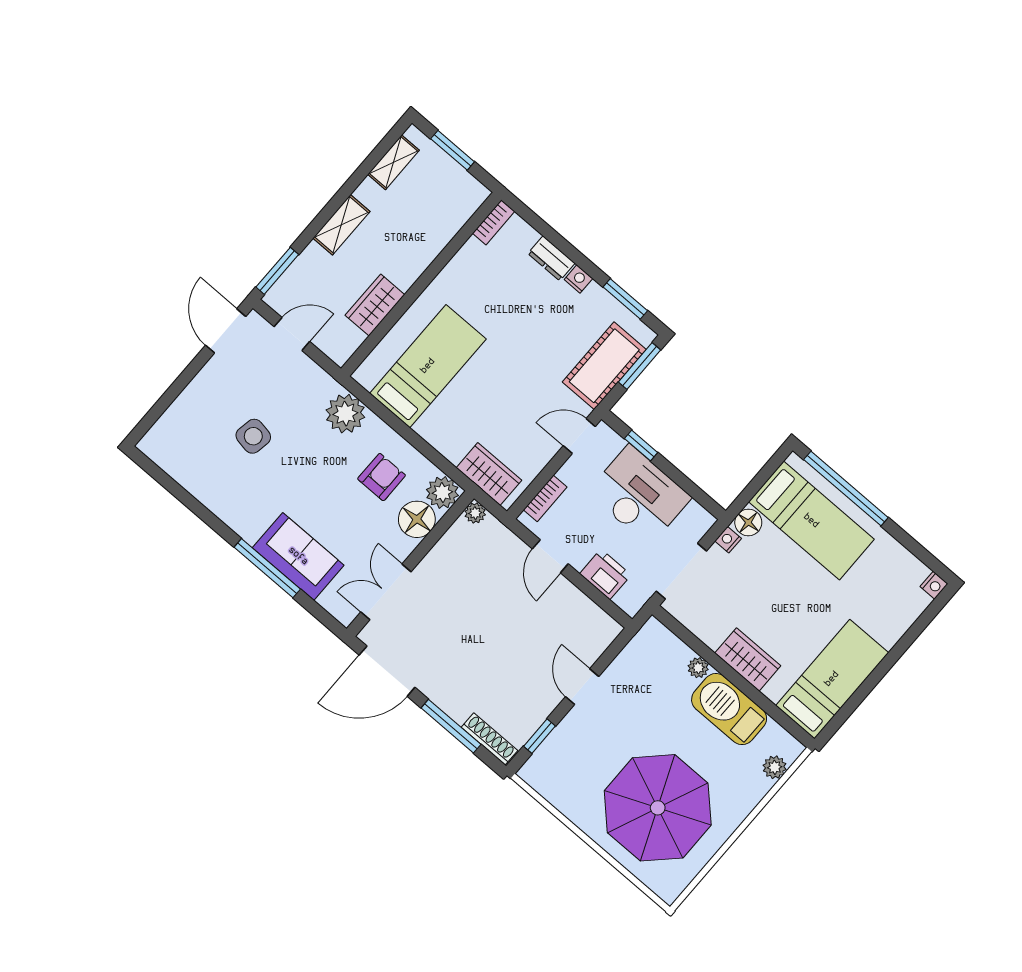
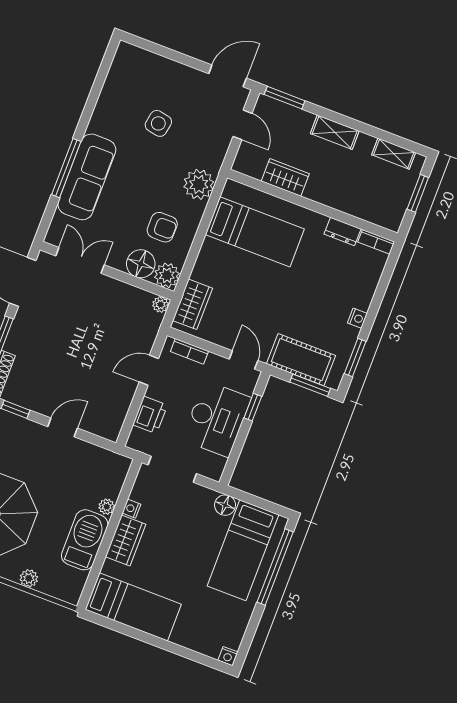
dresser: (551, 258) -> (342, 231), moved, turned -90
nightstand: (728, 540) -> (131, 509), moved, turned -90
sofa: (298, 556) -> (87, 177), width x1.36
plant: (775, 767) -> (29, 578), moved

